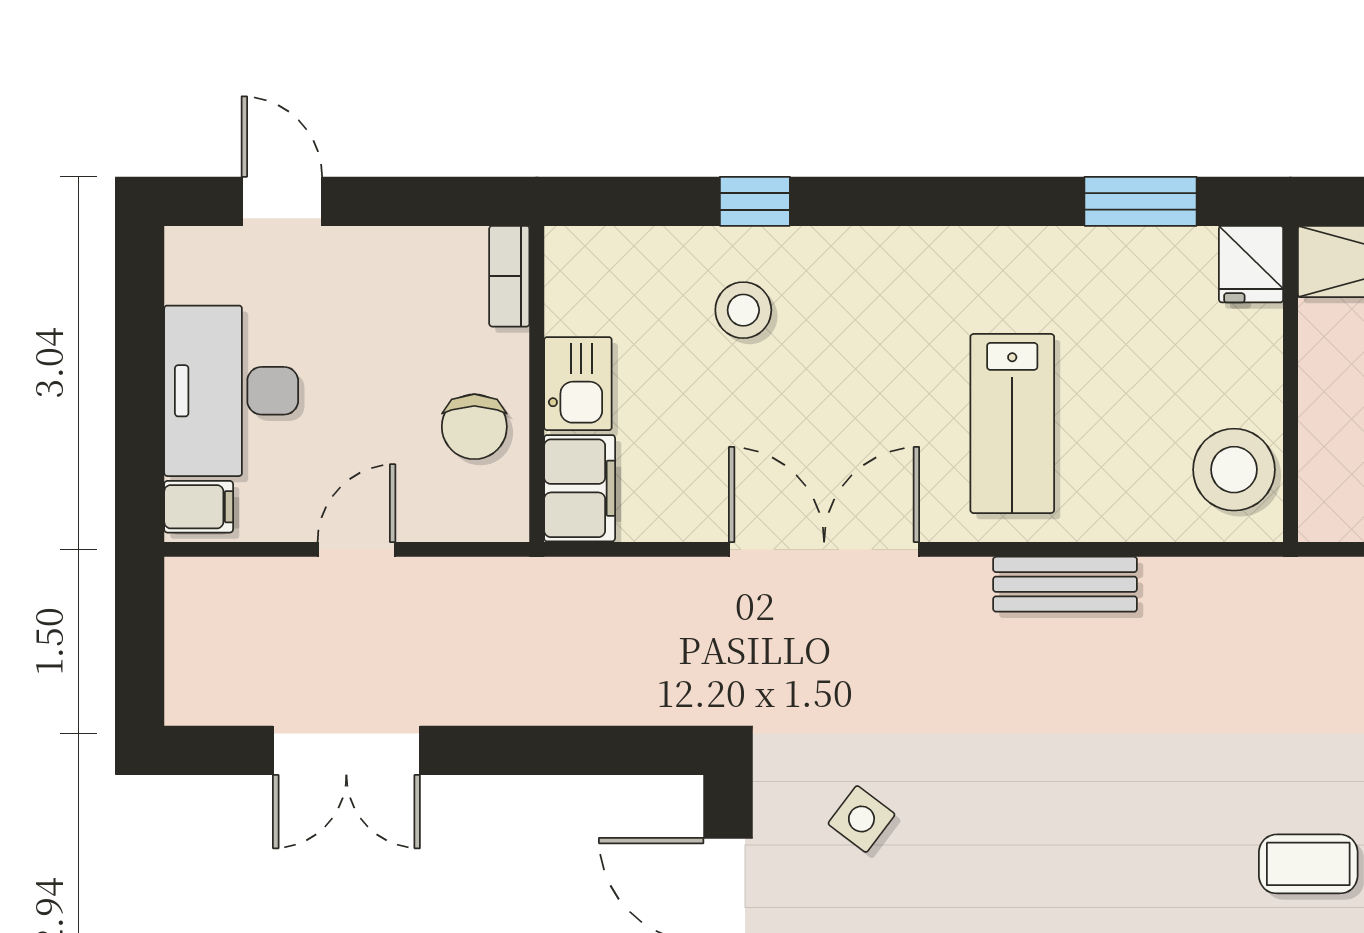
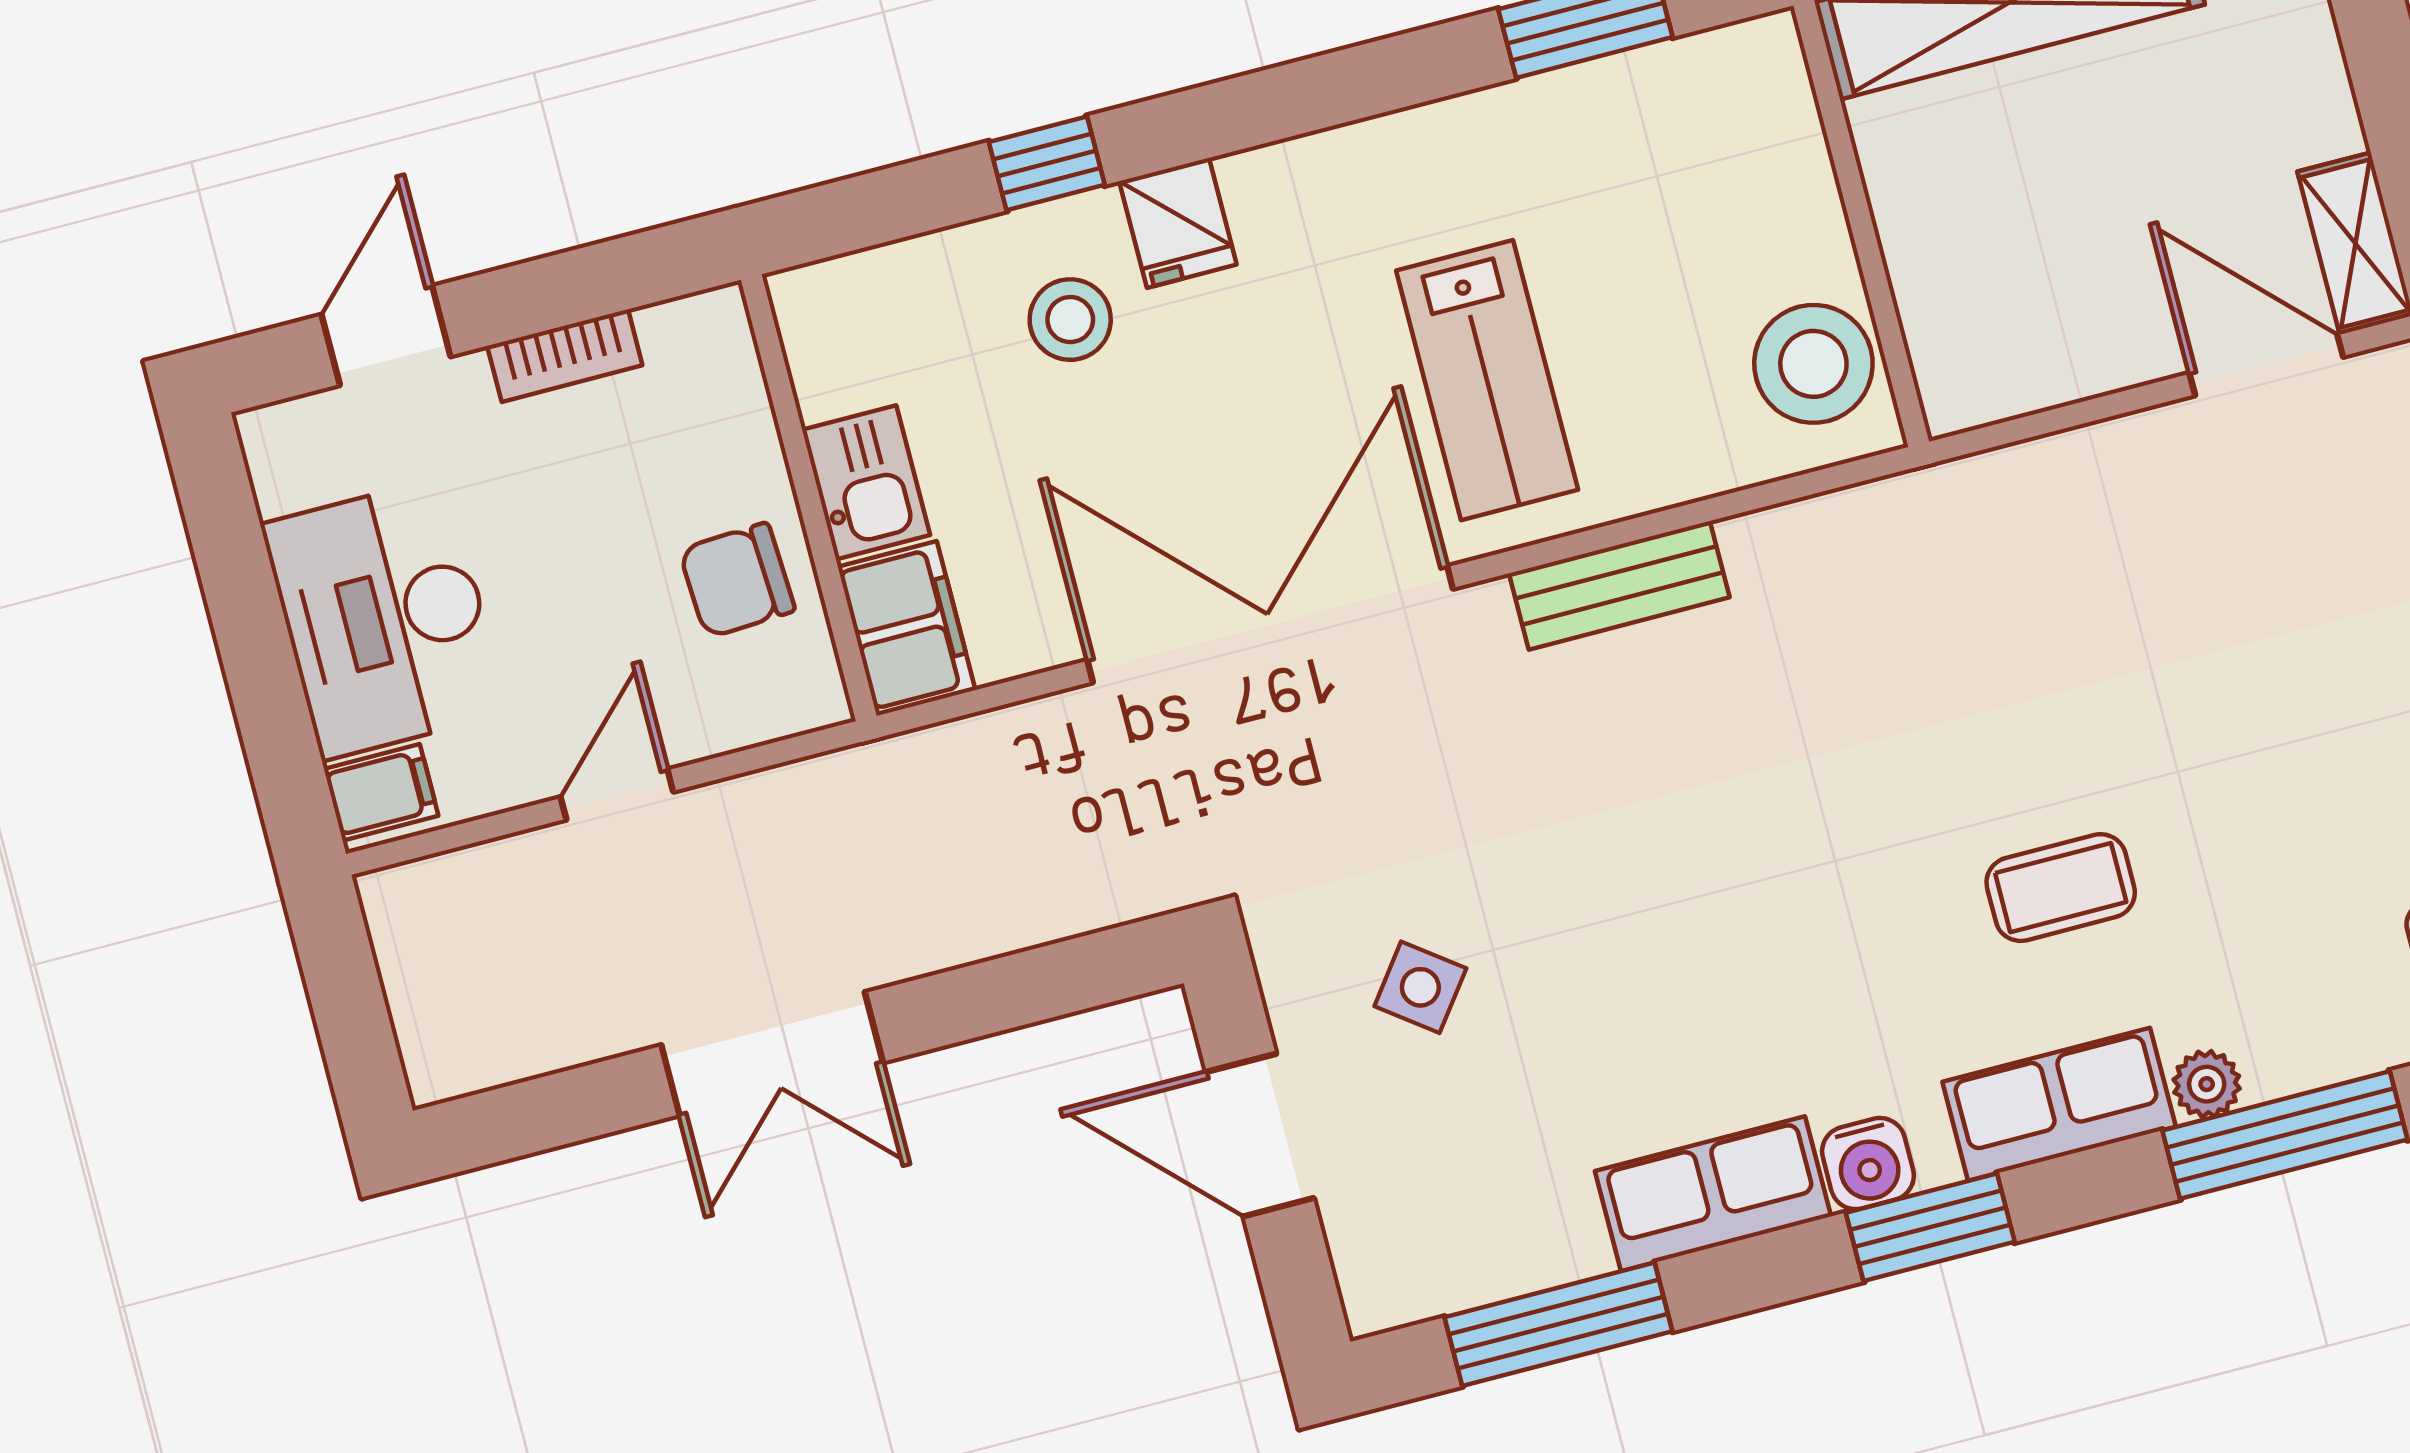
door: (282, 201) -> (386, 336), hinge flipped
fridge: (1251, 264) -> (1178, 223), moved
bookcase: (509, 276) -> (565, 356), moved, turned -90
chair: (474, 427) -> (737, 580), turned 87
double door: (824, 549) -> (1270, 624), width x1.36
double door: (346, 750) -> (772, 1054), moved

